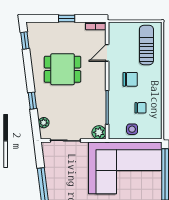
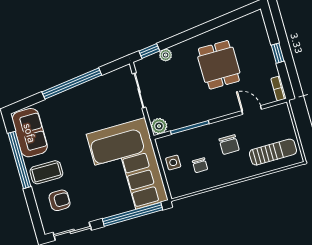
window: (25, 40) -> (239, 13), removed
window: (32, 101) -> (149, 51), moved
plant: (44, 123) -> (166, 55), moved

